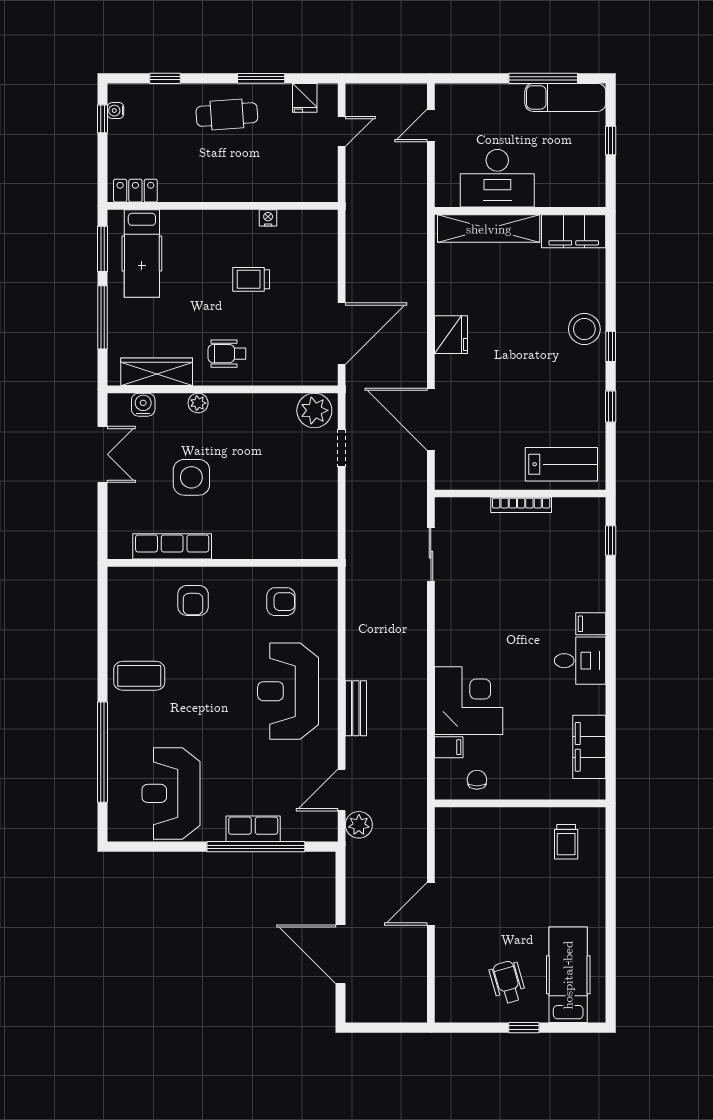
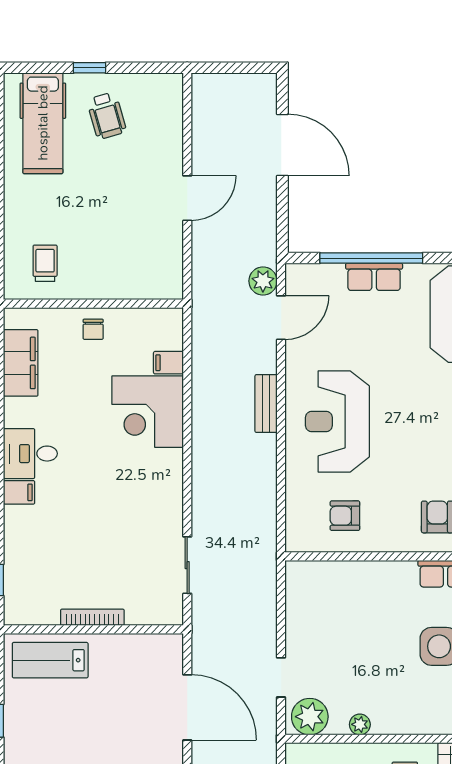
plant: (198, 403) -> (360, 724), moved
reception desk: (288, 691) -> (337, 421), turned 180
chair: (477, 780) -> (93, 329), moved

